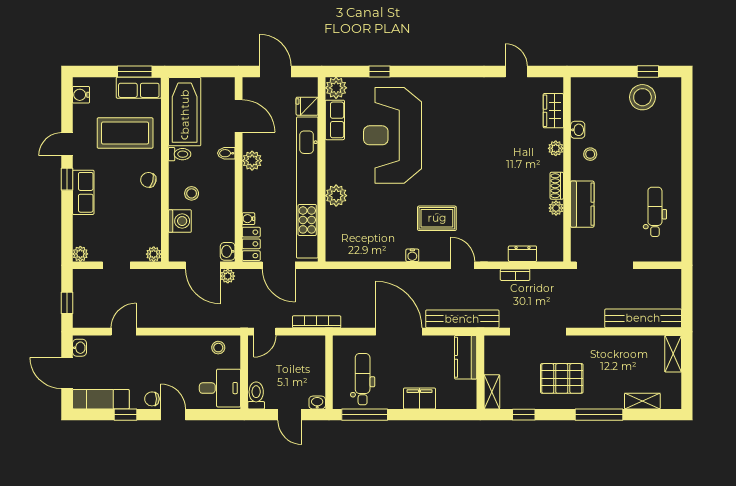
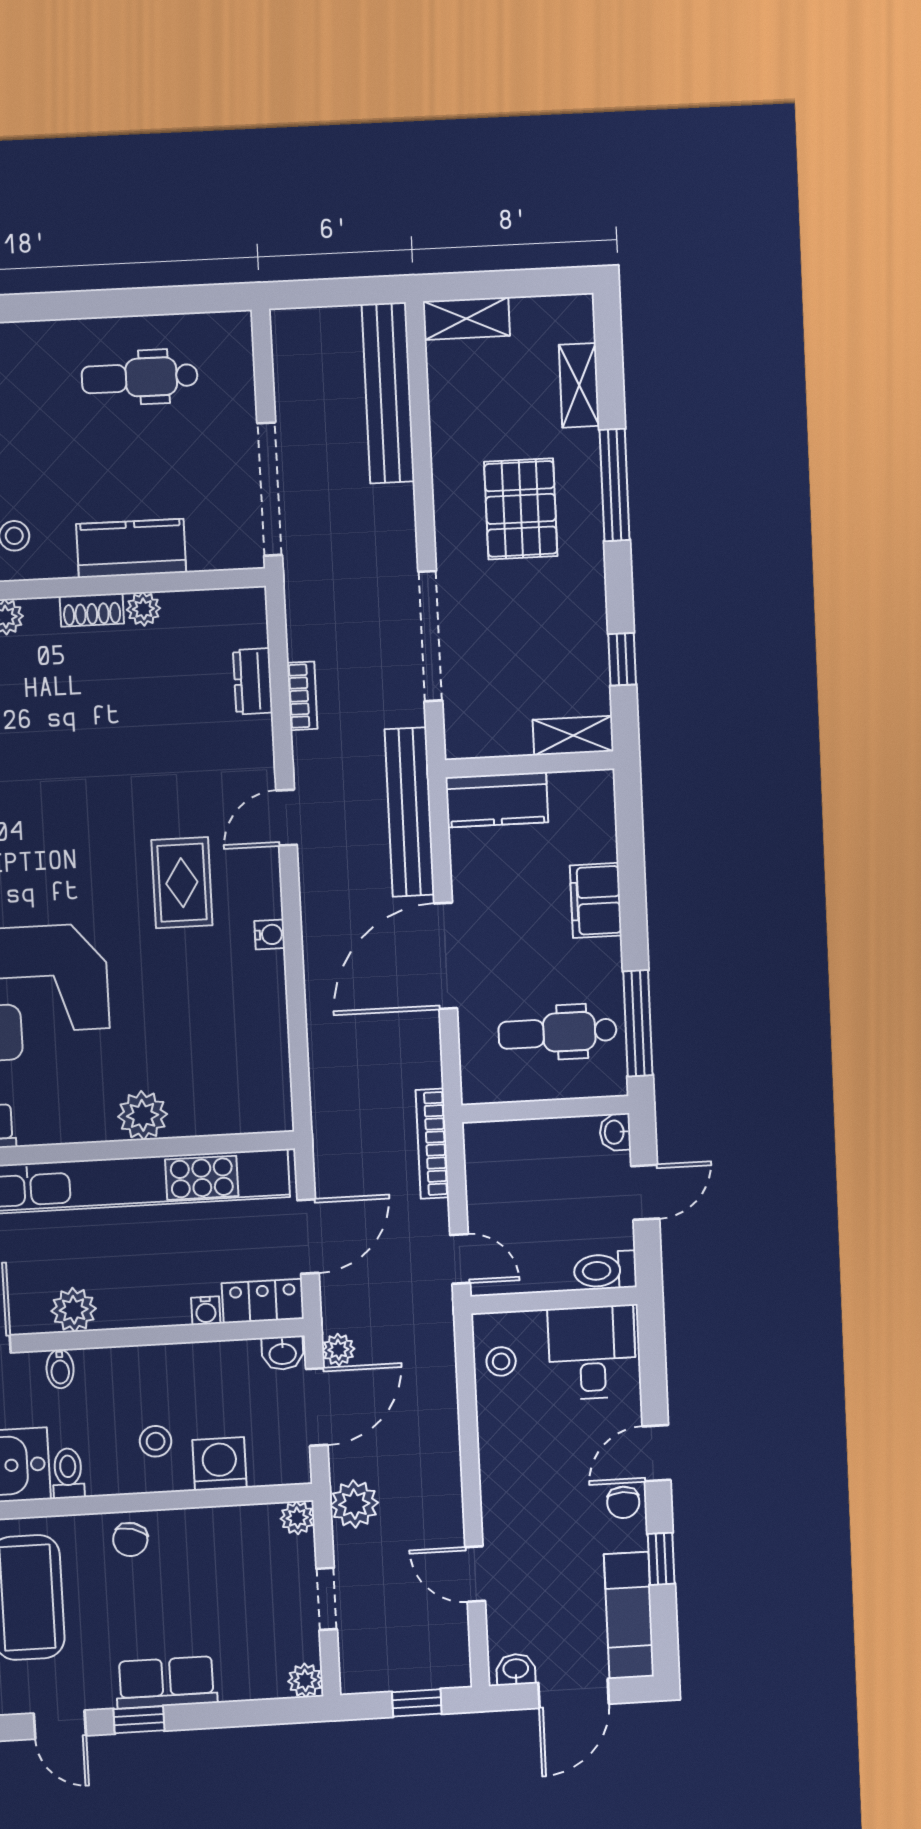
plant: (158, 280) -> (354, 1504), added
pallet: (562, 378) -> (521, 509), moved

